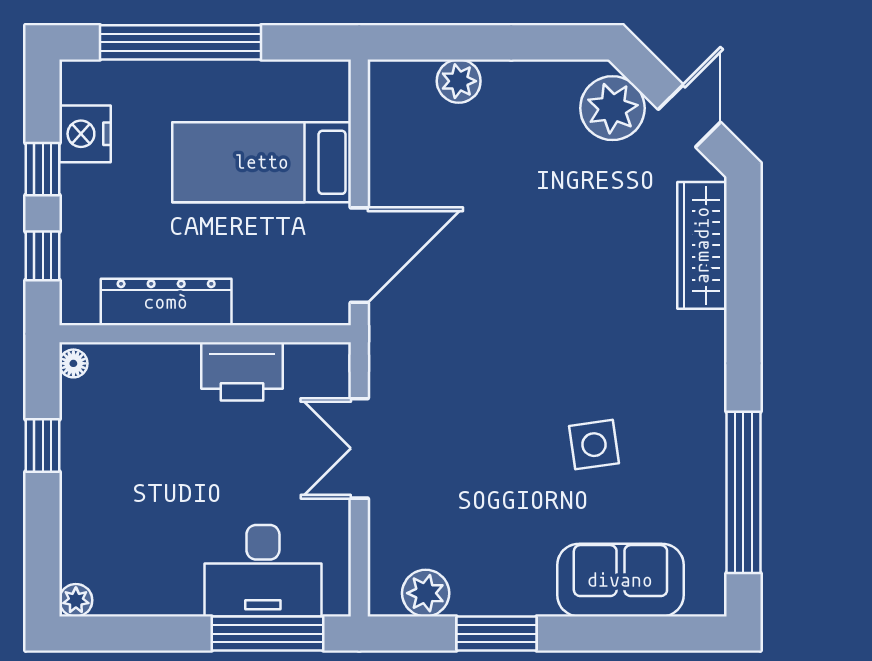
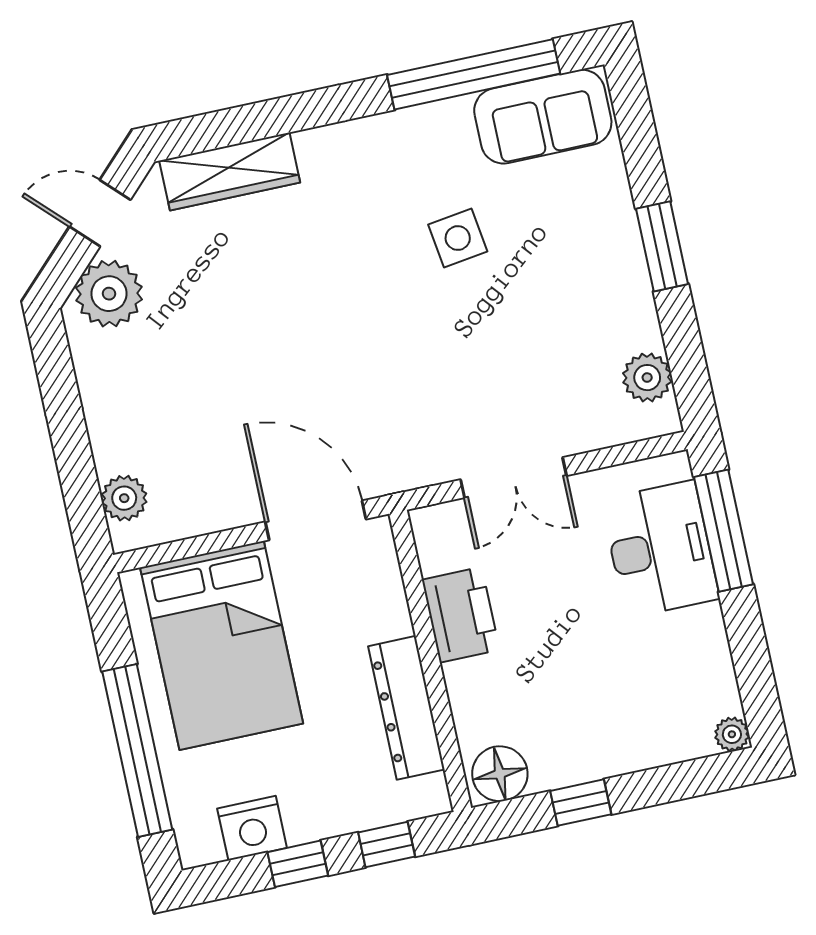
plant: (459, 81) -> (124, 498), moved
bed: (262, 162) -> (222, 645), width x1.50
floor lamp: (73, 363) -> (500, 774), width x1.89, depth x1.89
sofa: (620, 580) -> (543, 117), moved, turned -90
window: (497, 634) -> (662, 246), moved

